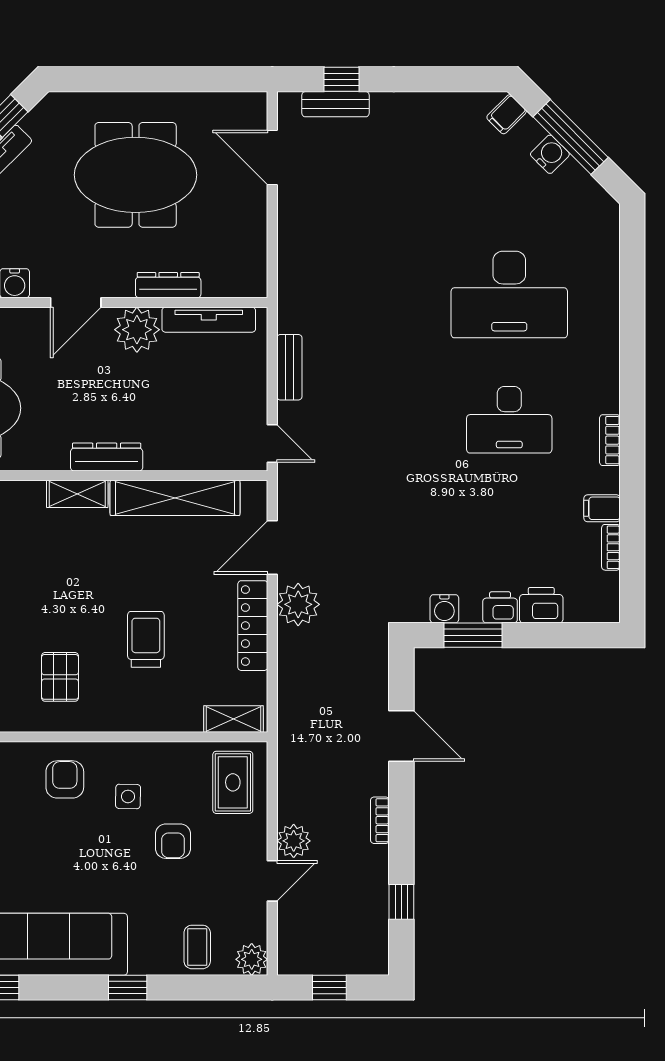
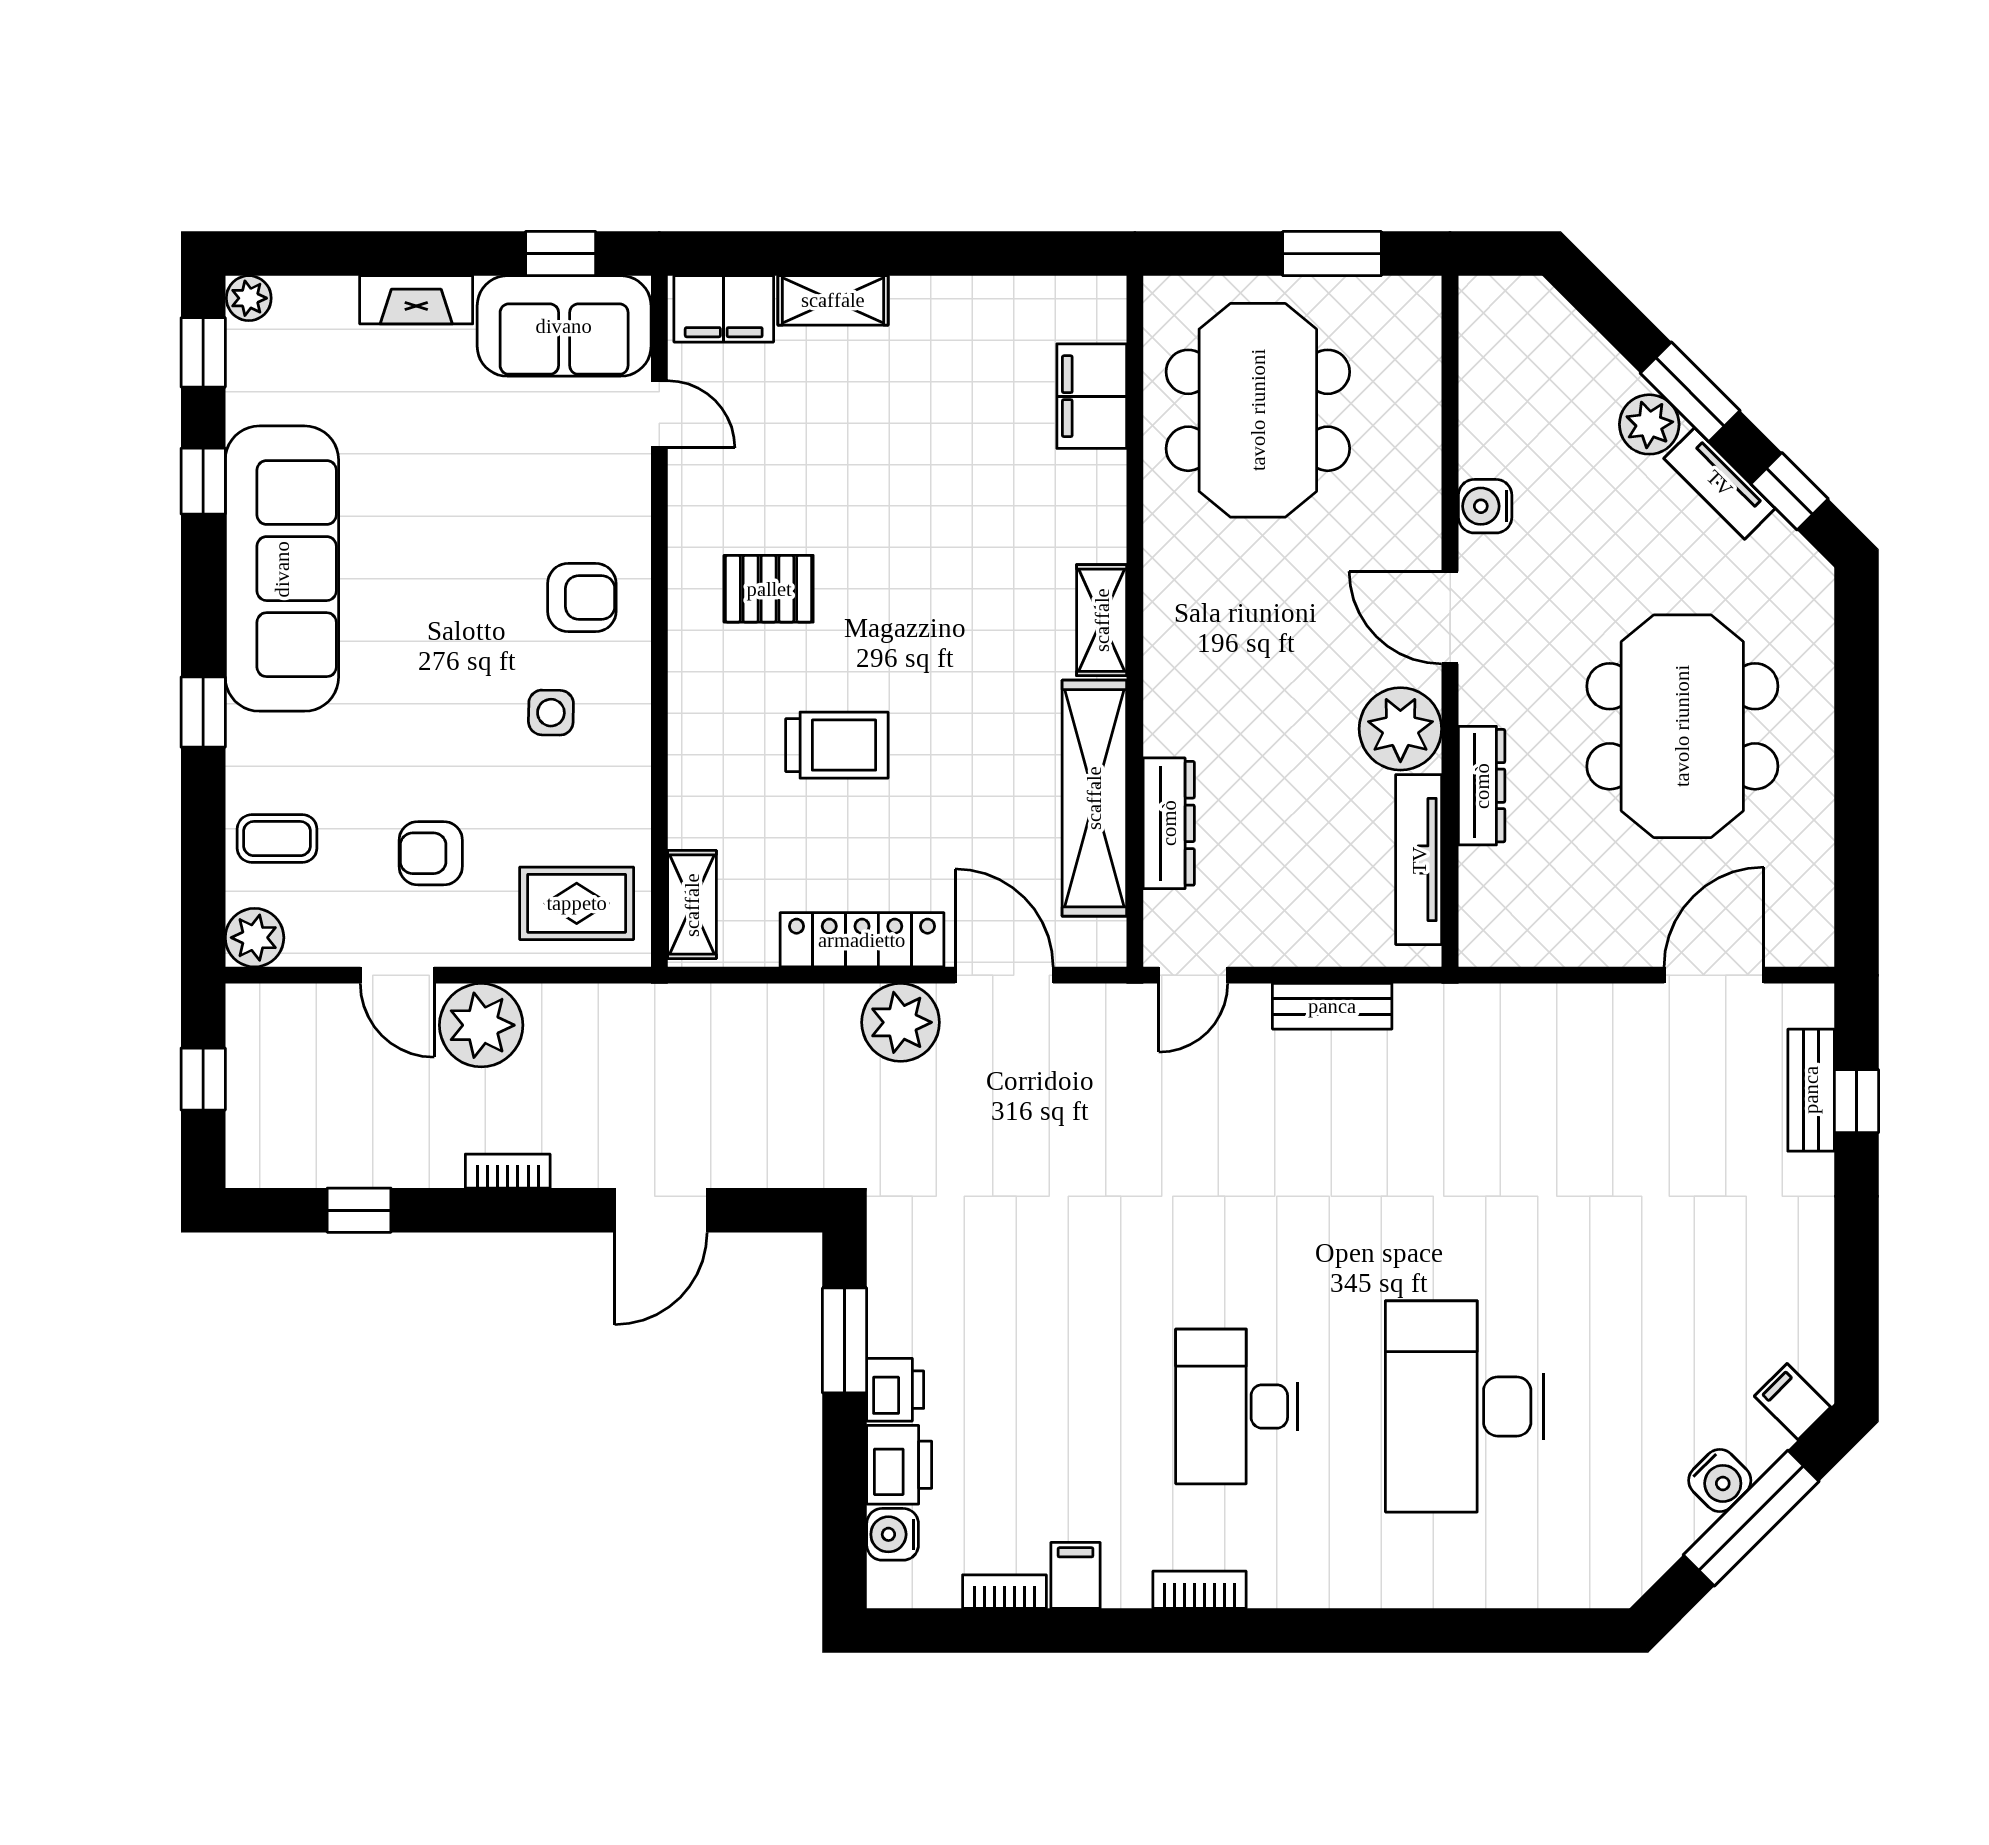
dresser: (107, 457) -> (1169, 823), moved
water cooler: (444, 609) -> (893, 1534), moved
armchair: (173, 841) -> (431, 853), moved
plant: (294, 841) -> (481, 1025), width x1.36, depth x1.36

